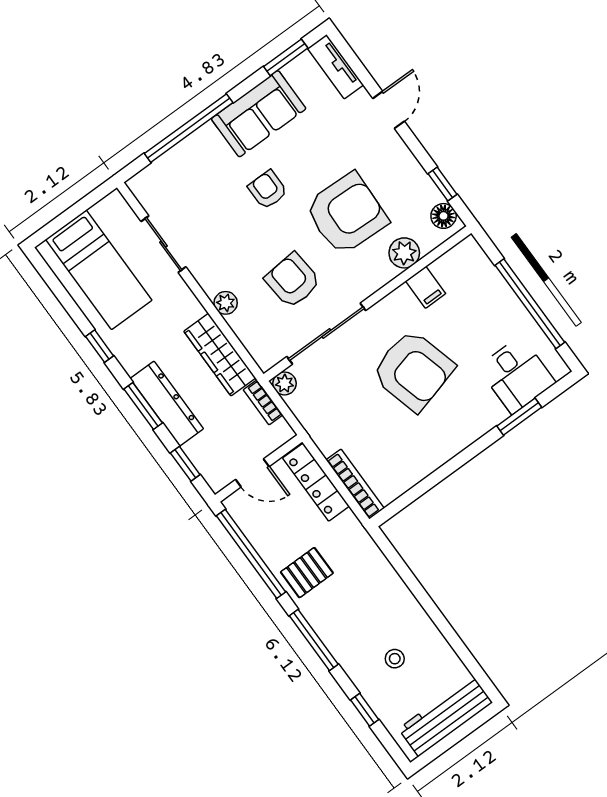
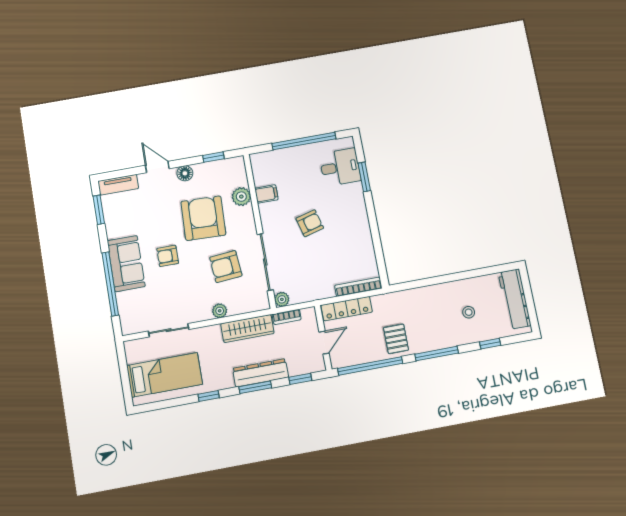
sofa: (259, 114) -> (126, 264), moved
floor lamp: (444, 216) -> (185, 173), moved
armchair: (413, 370) -> (310, 223), width x0.53, depth x0.53

